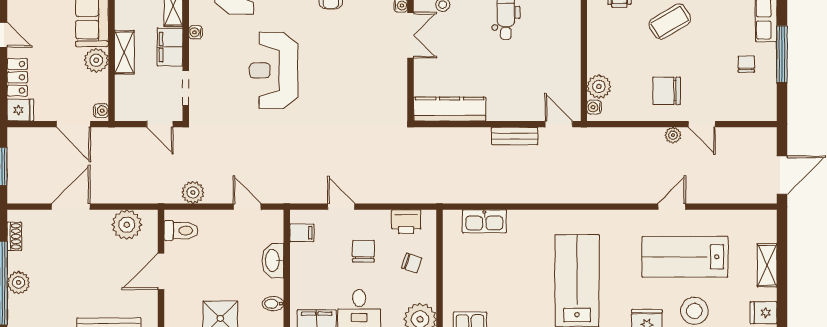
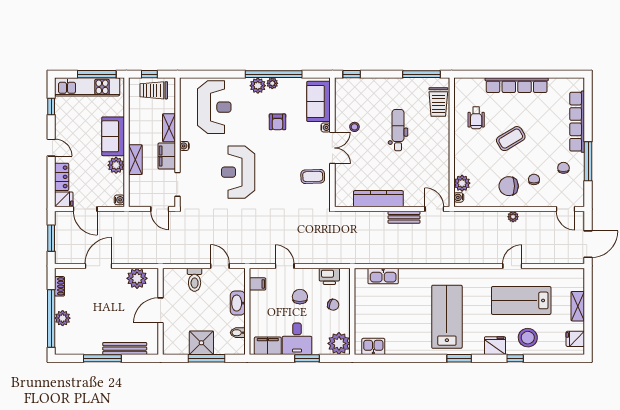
coffee table: (382, 77) -> (313, 176), added
chair: (703, 81) -> (534, 179), added
kitchen counter: (450, 109) -> (378, 199), moved
door: (73, 124) -> (85, 209), moved
door: (702, 124) -> (566, 209), moved
plant: (193, 192) -> (183, 256), removed
toilet: (181, 231) -> (195, 280), moved, turned 90

